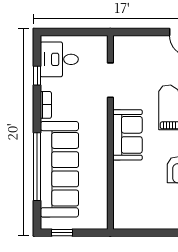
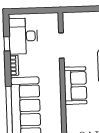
desk: (59, 59) -> (23, 36), width x1.37

